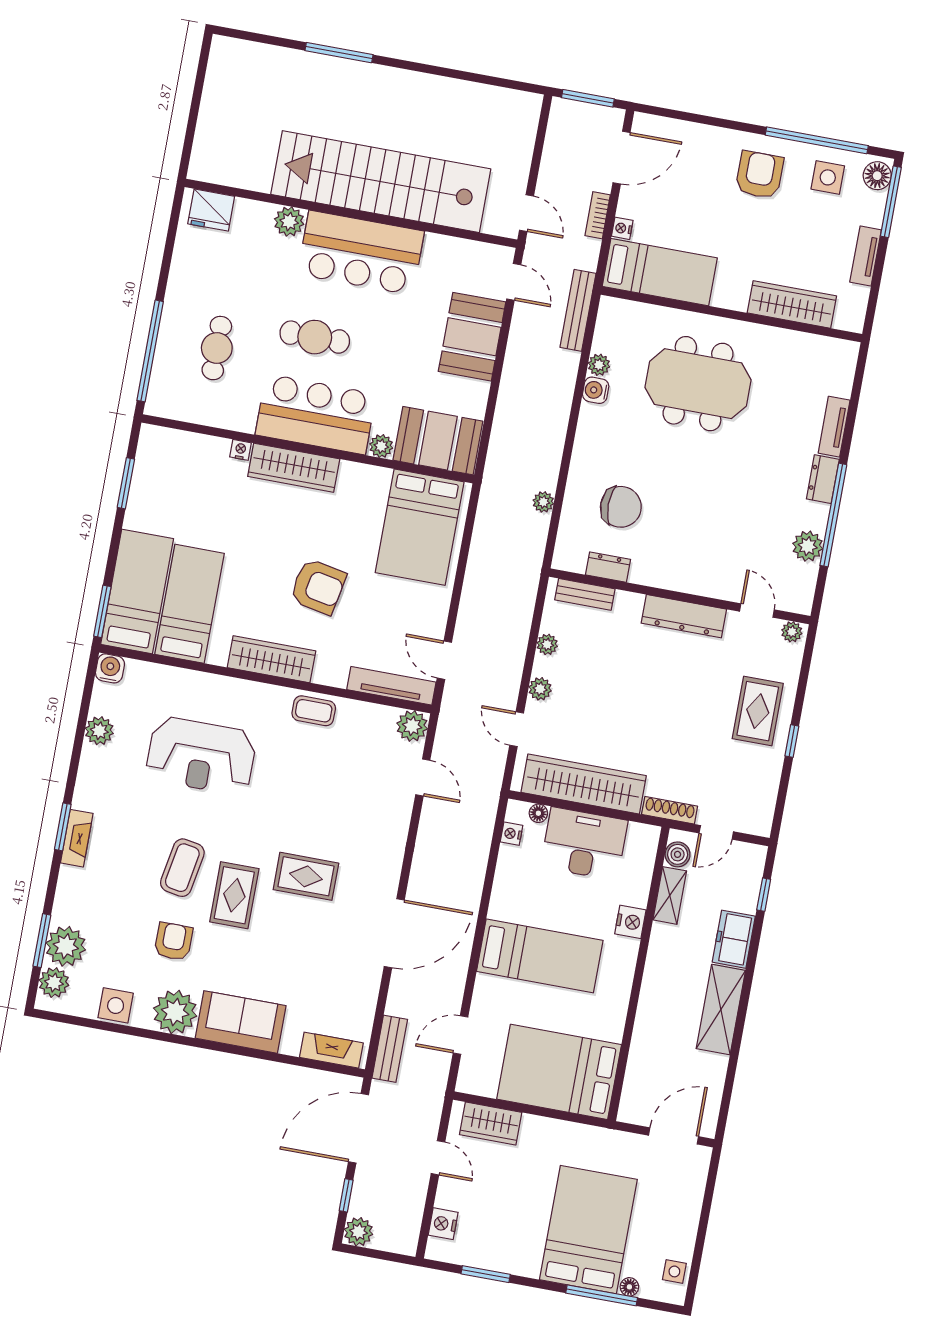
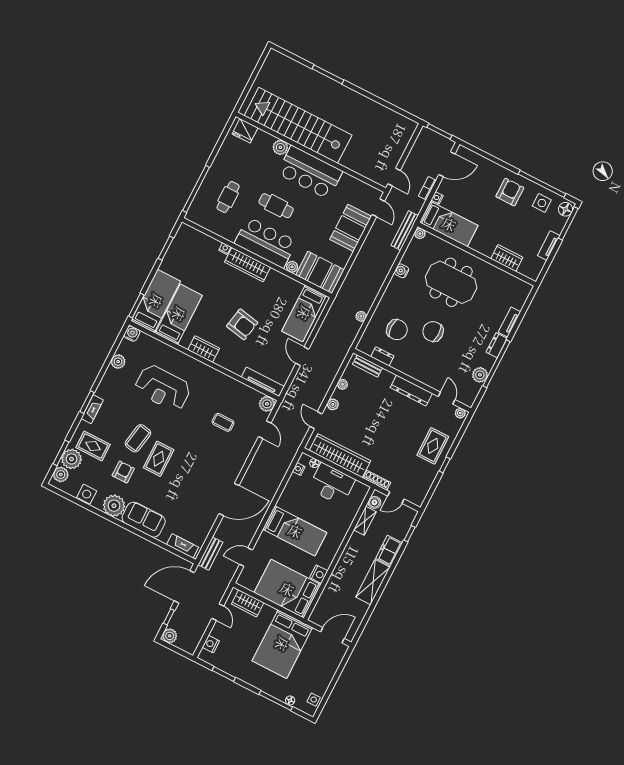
stairs: (381, 182) -> (298, 125), moved
wardrobe: (792, 304) -> (507, 258), width x0.67
plant: (599, 365) -> (420, 234), moved
chair: (692, 489) -> (433, 332), added
bed: (420, 527) -> (304, 313), width x0.67
wardrobe: (272, 659) -> (204, 349), width x0.67
door: (444, 660) -> (302, 356), moved
coffee table: (314, 711) -> (223, 422), moved
rug: (306, 876) -> (93, 446), moved
nightstand: (630, 922) -> (319, 574), moved
bed: (588, 1230) -> (282, 644), moved, turned 180

